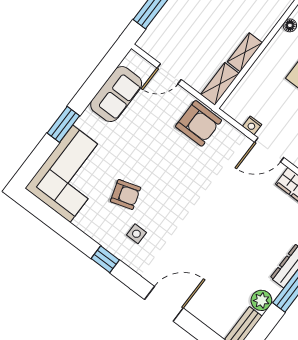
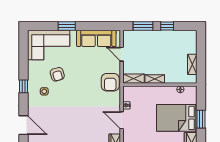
sofa: (116, 94) -> (96, 38), width x1.36

